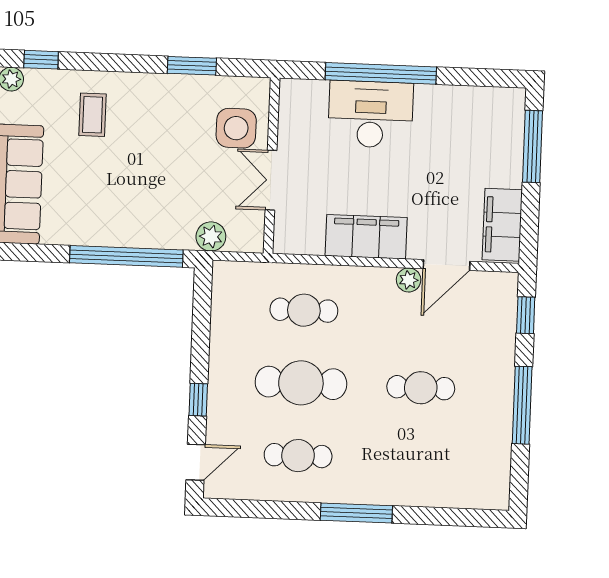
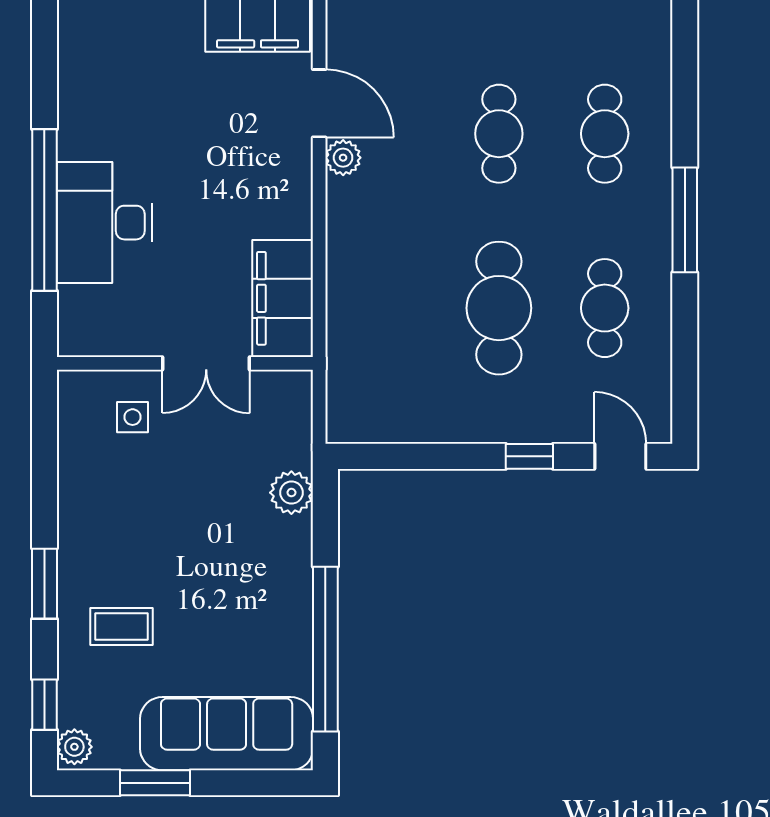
window: (192, 66) -> (44, 584), moved
side table: (236, 128) -> (133, 417), width x0.54, depth x0.54
plant: (211, 237) -> (291, 493), moved
filing cabinet: (366, 237) -> (283, 298), moved
window: (126, 256) -> (325, 649), moved
cafe table: (304, 310) -> (605, 134), moved

